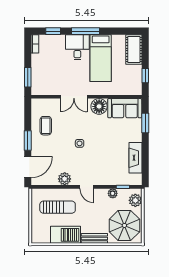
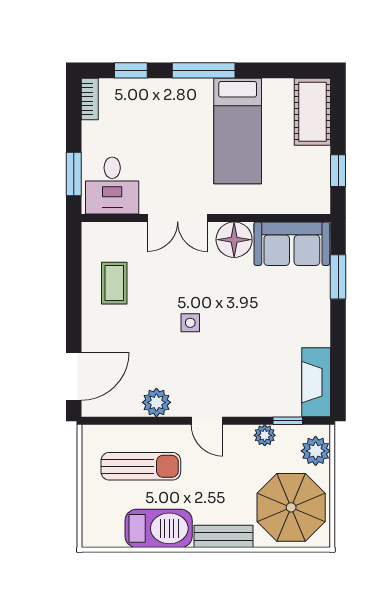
desk: (77, 47) -> (112, 185), moved, turned 180
window: (28, 140) -> (74, 316), removed
fireplace: (136, 158) -> (316, 382), moved

